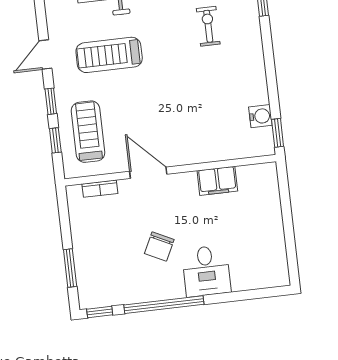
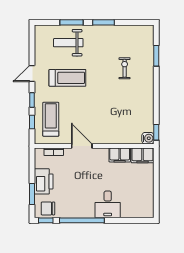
treadmill: (109, 55) -> (67, 78), turned 180
water cooler: (260, 116) -> (148, 138), moved
filing cabinet: (258, 177) -> (143, 155), added
printer: (88, 243) -> (44, 181), added
chair: (159, 247) -> (48, 208), moved, turned 64

